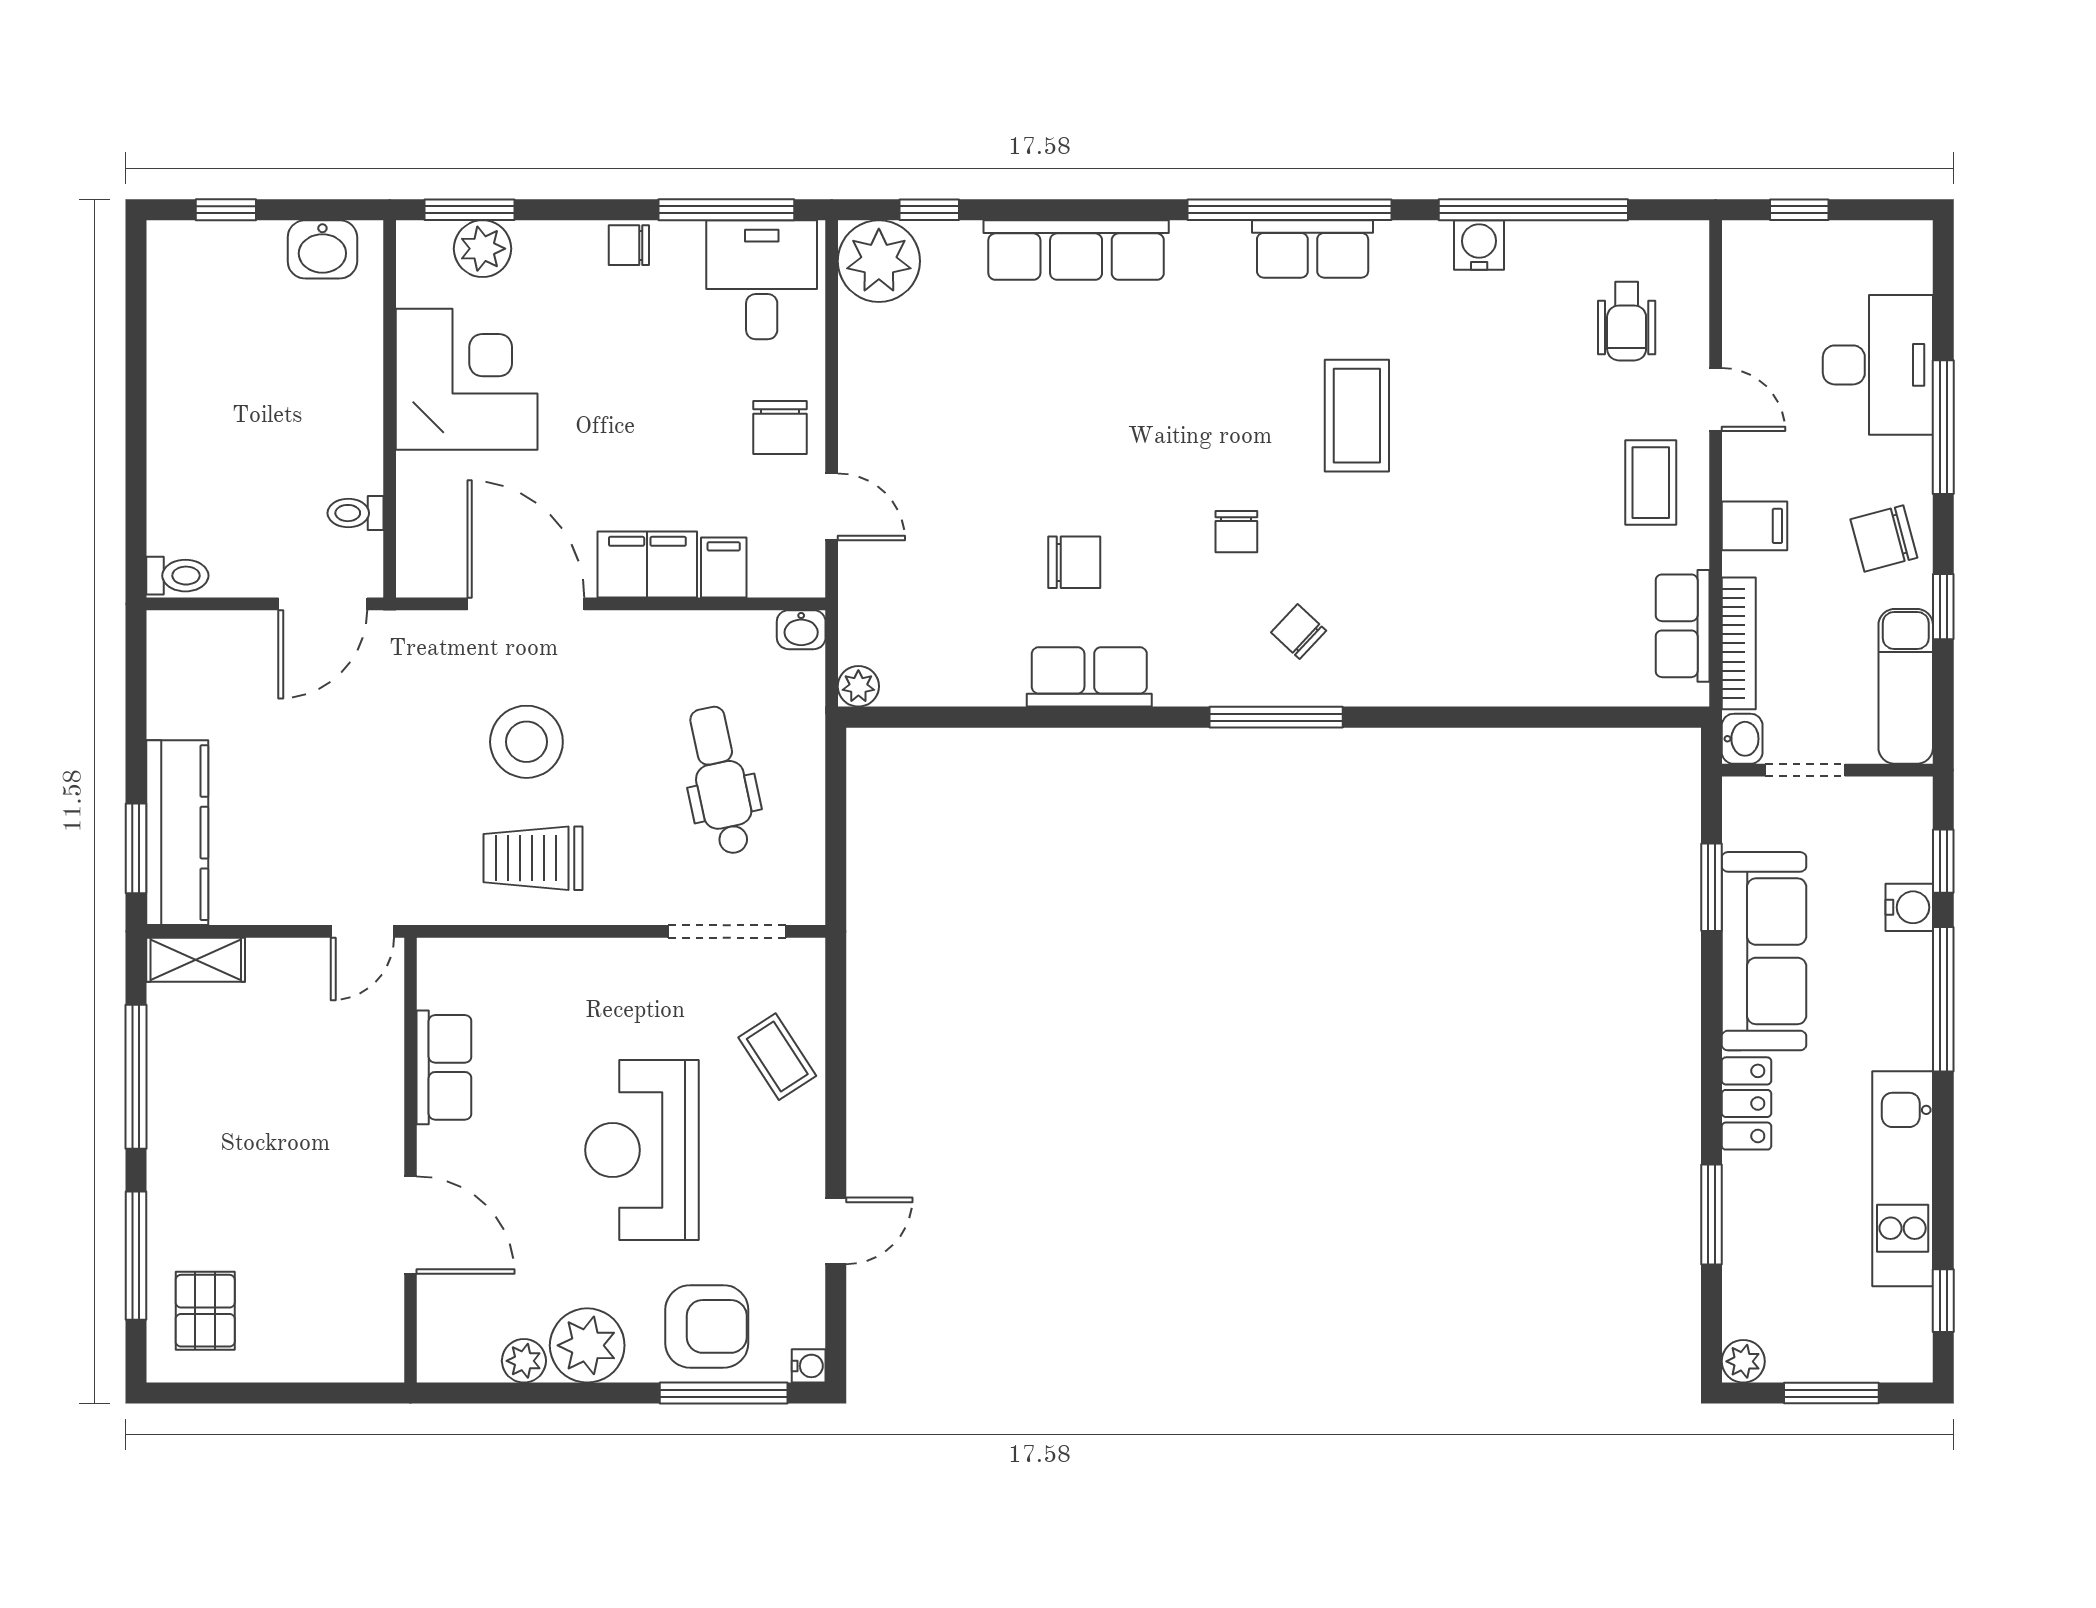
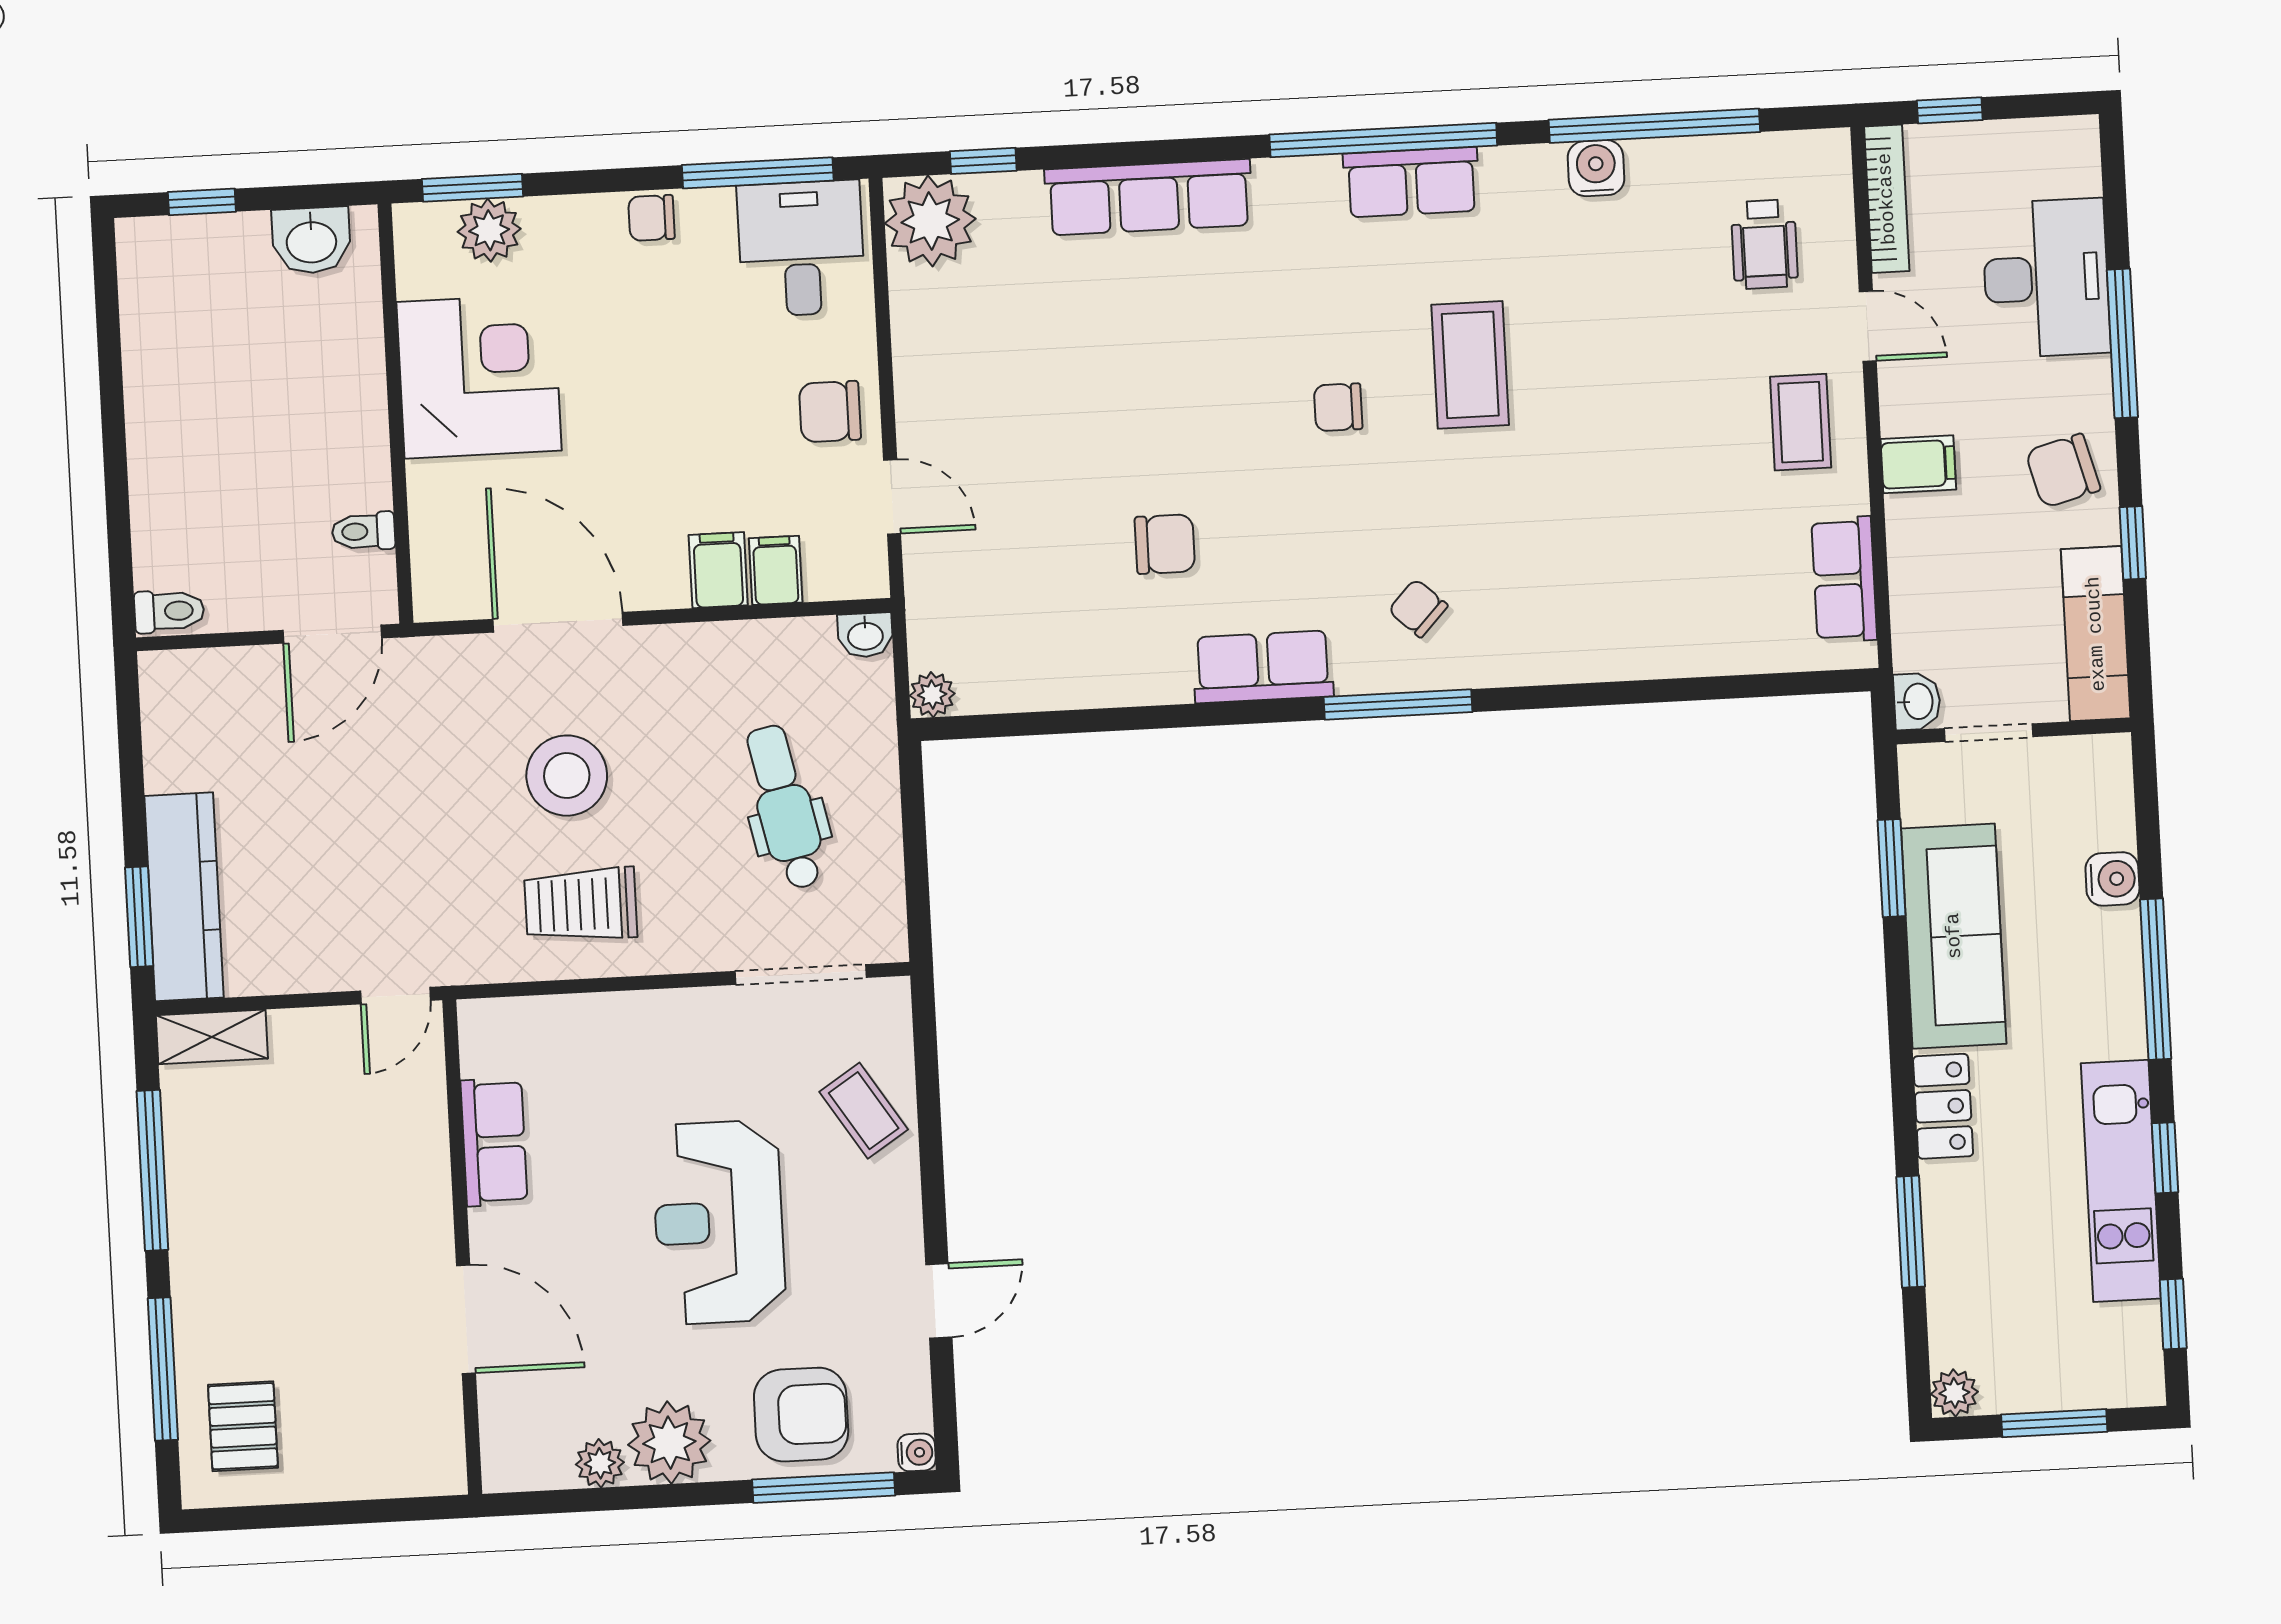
chair: (780, 427) -> (830, 412), turned 90
chair: (1236, 532) -> (1338, 407), moved, turned 90
filing cabinet: (647, 564) -> (718, 570), width x0.50
bookcase: (1739, 643) -> (1887, 199), moved
row of seats: (1089, 677) -> (1263, 667), moved
window: (1943, 861) -> (2165, 1158), moved

